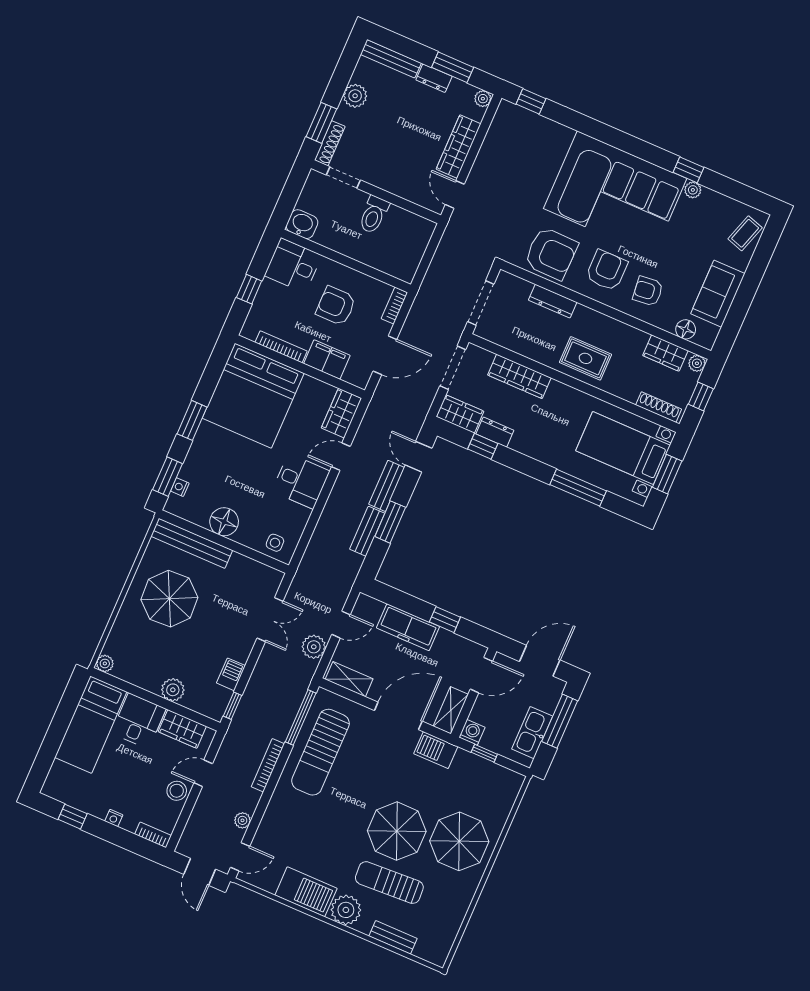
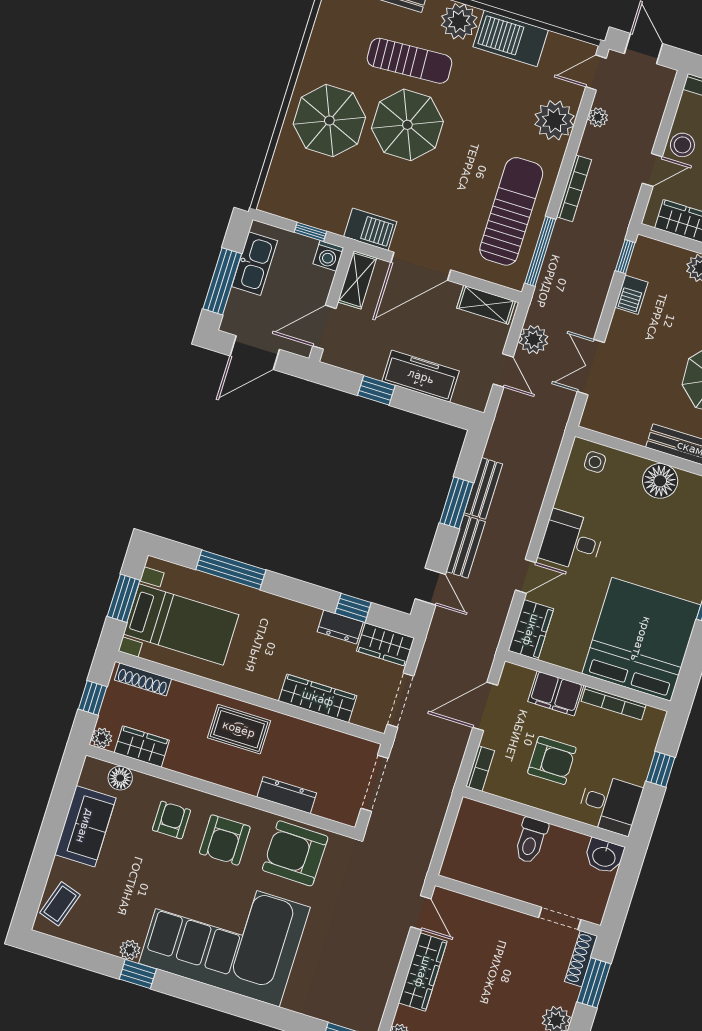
toilet: (374, 215) -> (531, 840), moved, turned 180
armchair: (648, 291) -> (171, 820), turned -84
door: (341, 625) -> (503, 370), swing flipped
plant: (278, 822) -> (554, 120), added

